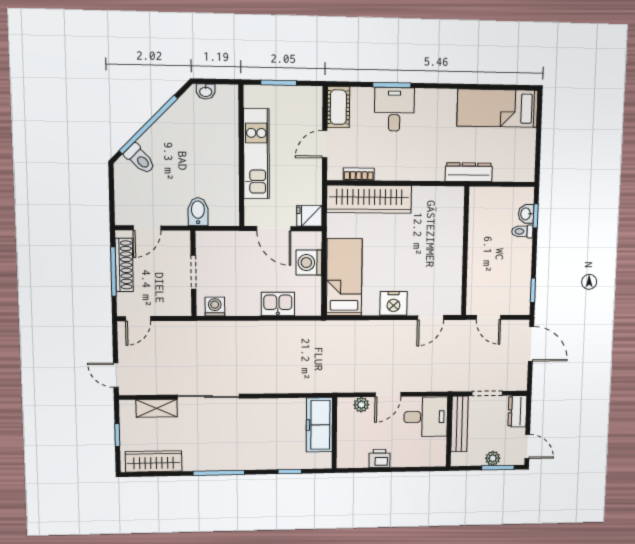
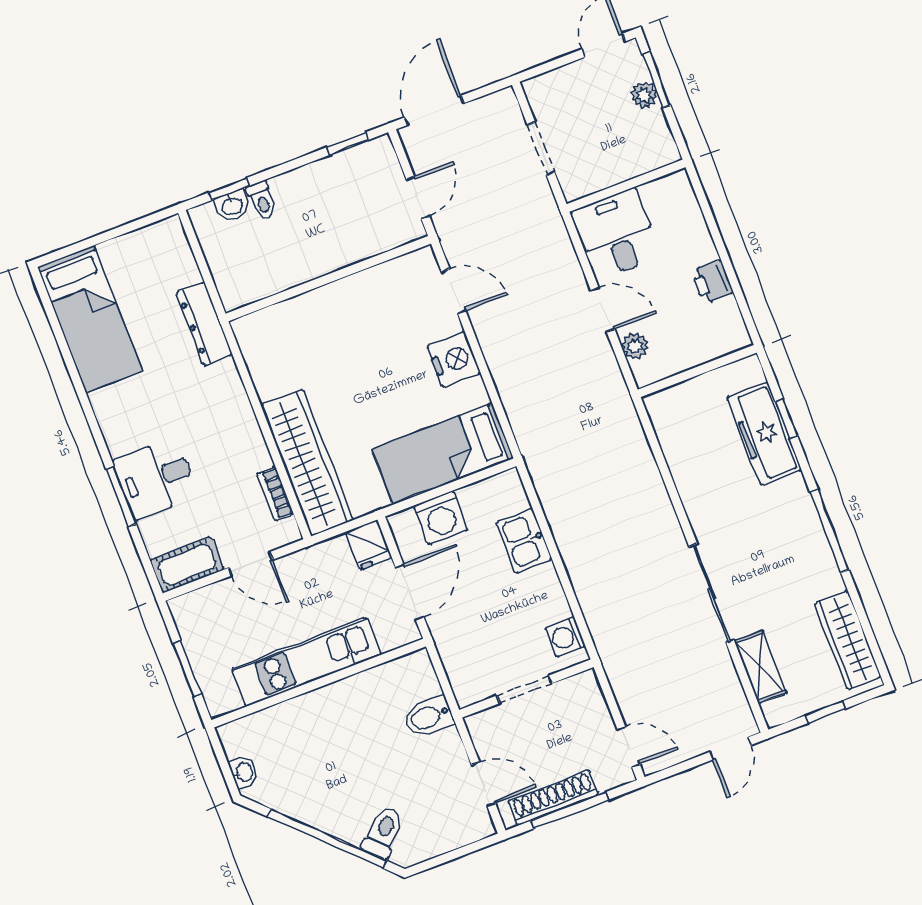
dresser: (517, 411) -> (551, 87), removed
bench: (459, 424) -> (608, 174), removed
freezer: (319, 425) -> (764, 434), moved, turned 90

